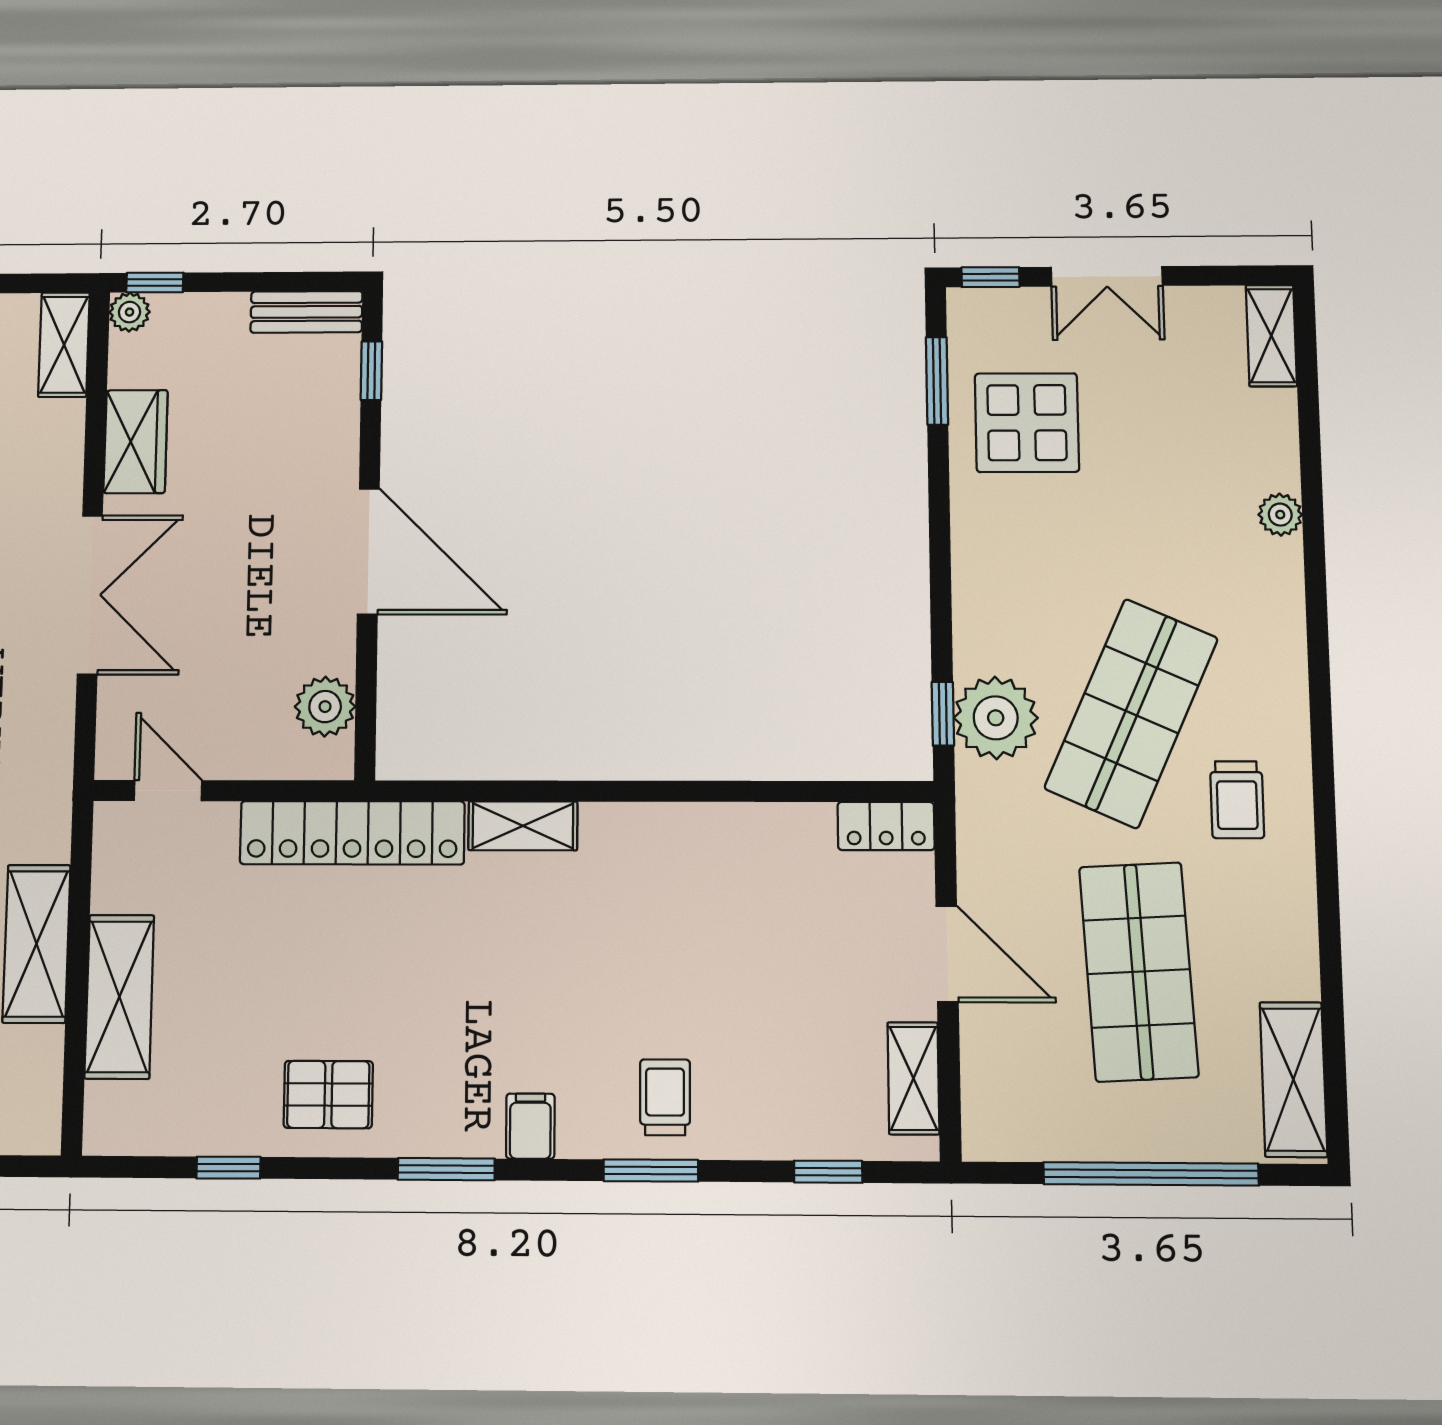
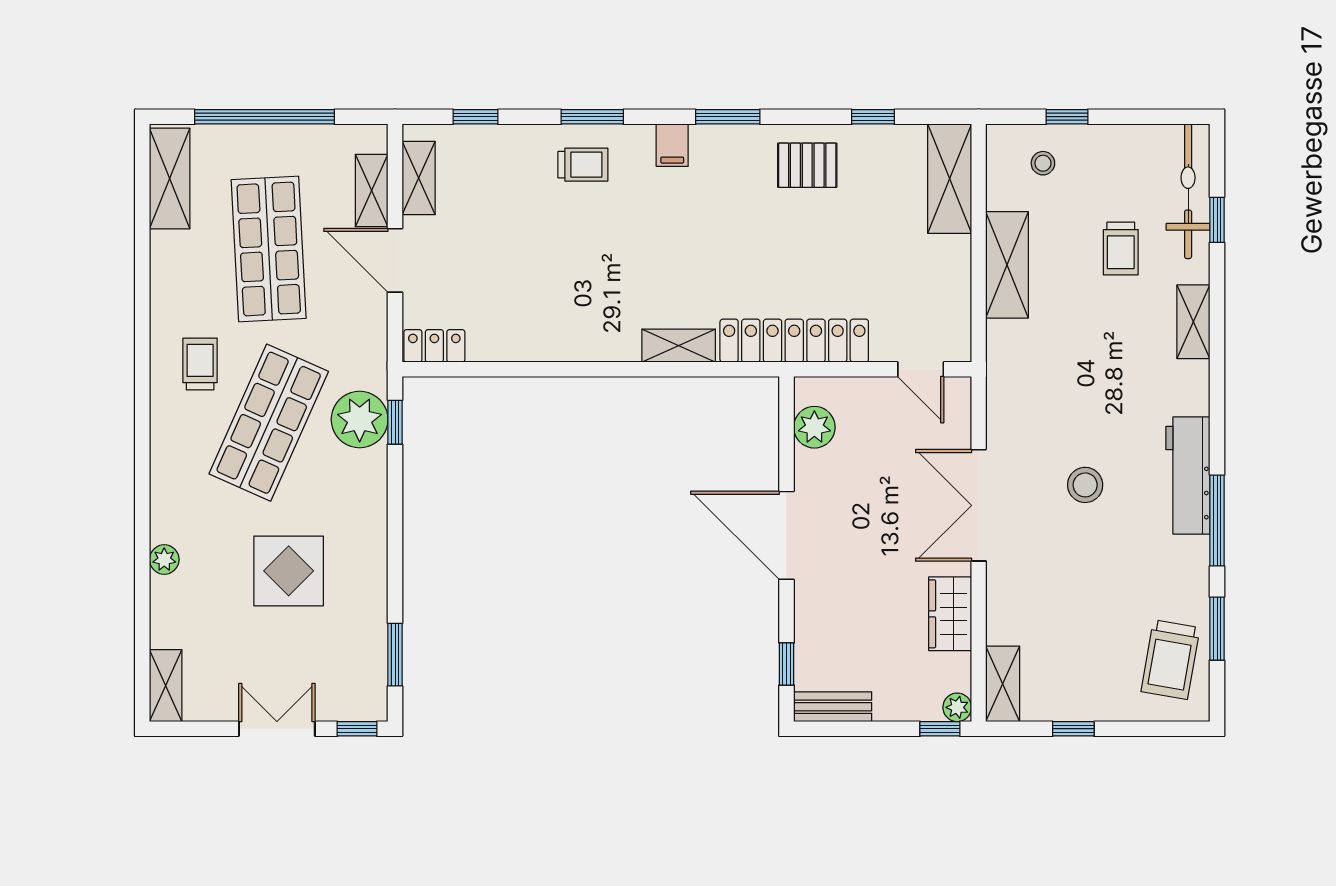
display table: (1027, 423) -> (289, 571), moved
shelving: (119, 997) -> (950, 179), moved
shelving: (984, 1060) -> (372, 190), added
trolley: (665, 1097) -> (583, 165), turned -90

